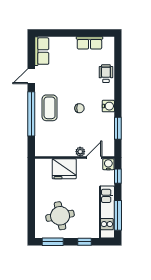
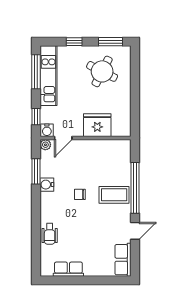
water cooler: (108, 106) -> (47, 185), moved
coffee table: (50, 108) -> (114, 195), turned 90
plant: (80, 152) -> (45, 145), moved
round table: (60, 216) -> (102, 71), turned 38

